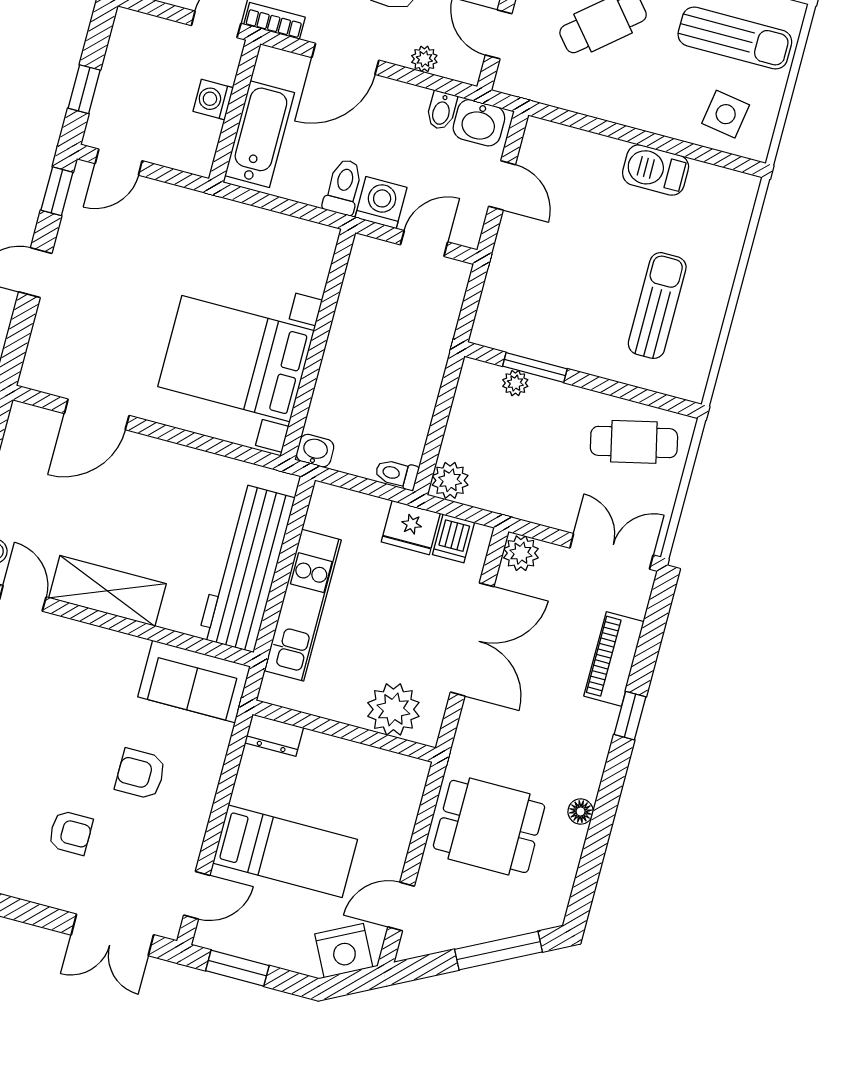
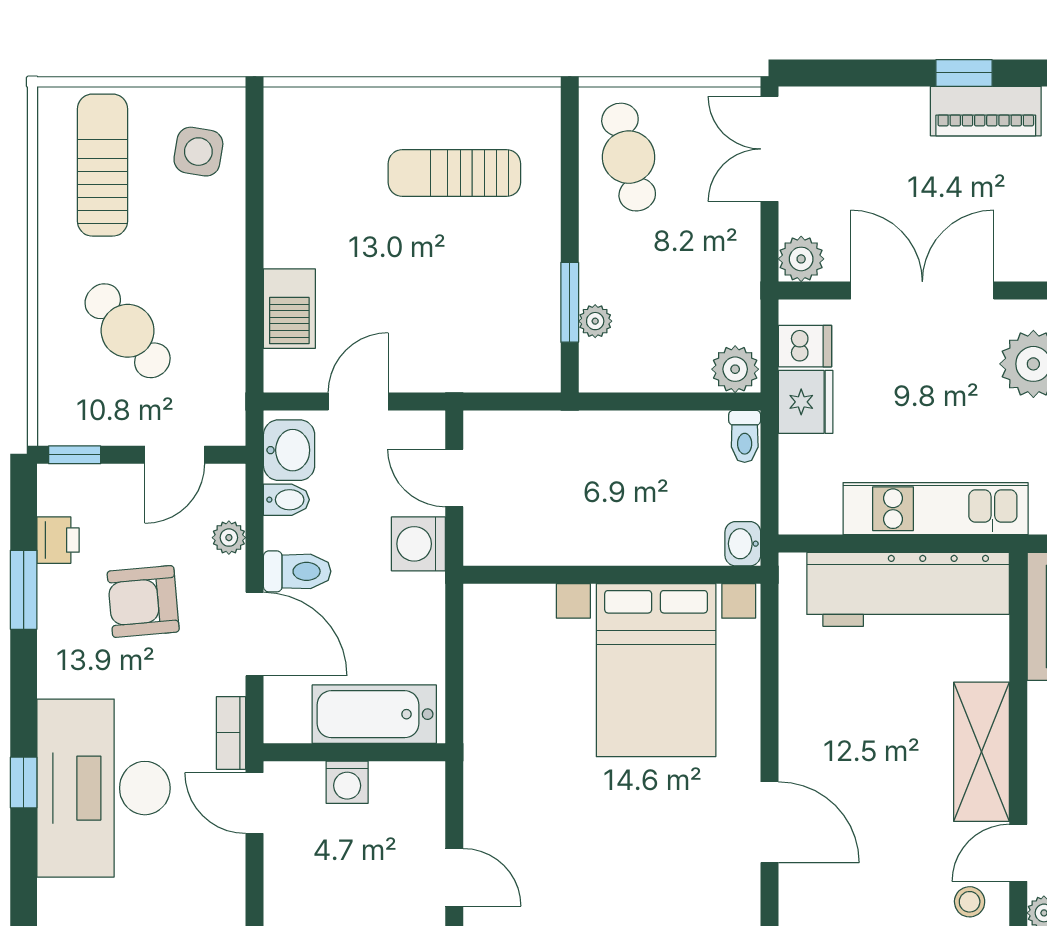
barbecue: (656, 170) -> (289, 309), moved
toilet: (343, 187) -> (297, 571), moved, turned 180
piano: (614, 659) -> (986, 111), moved

